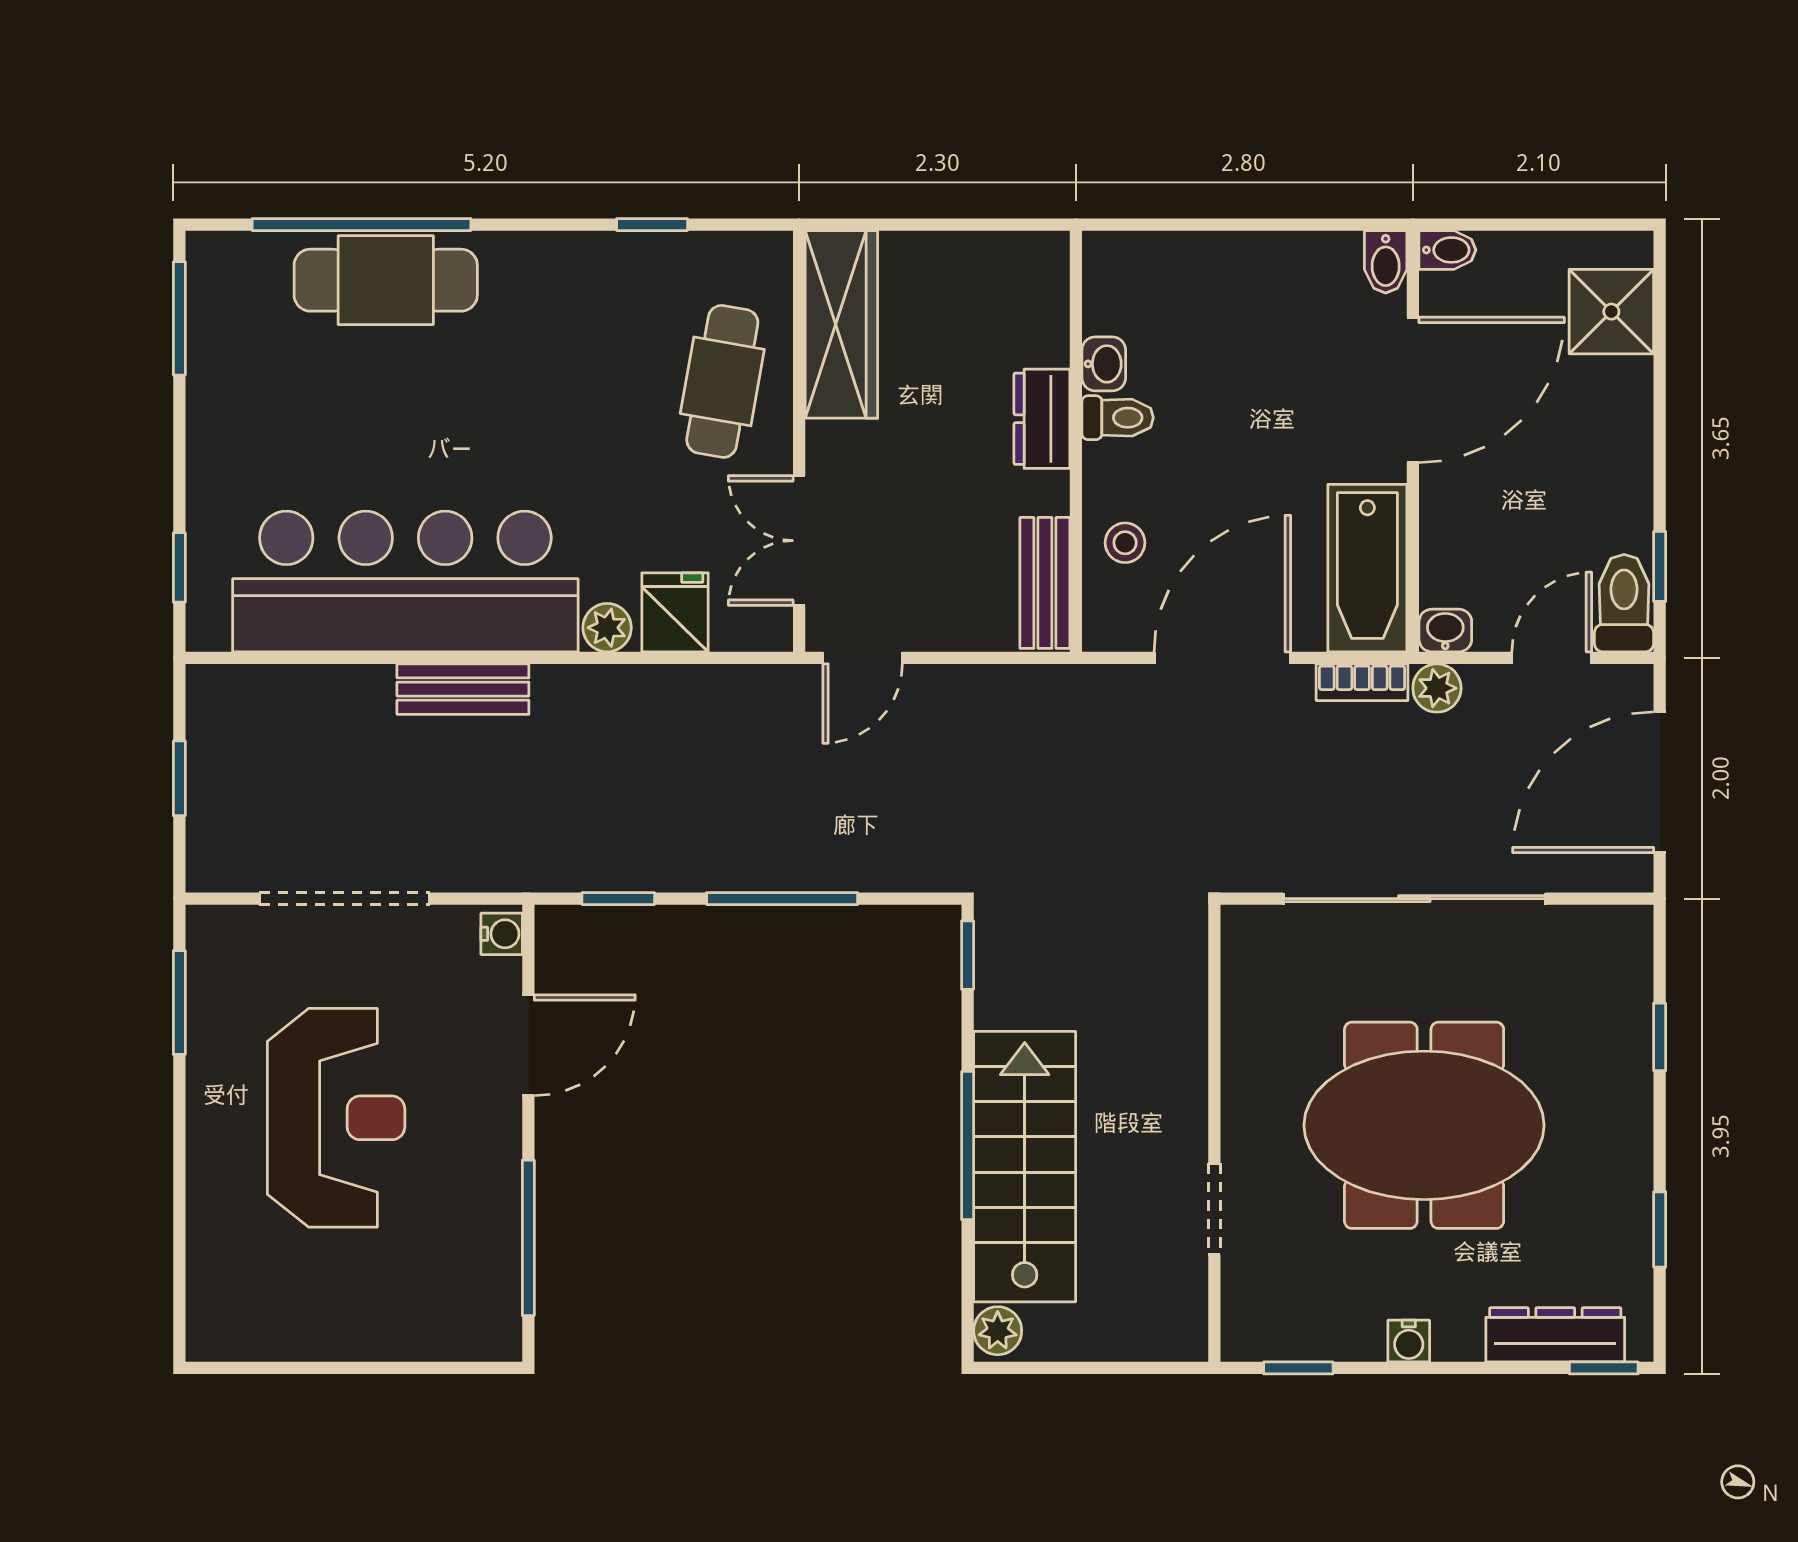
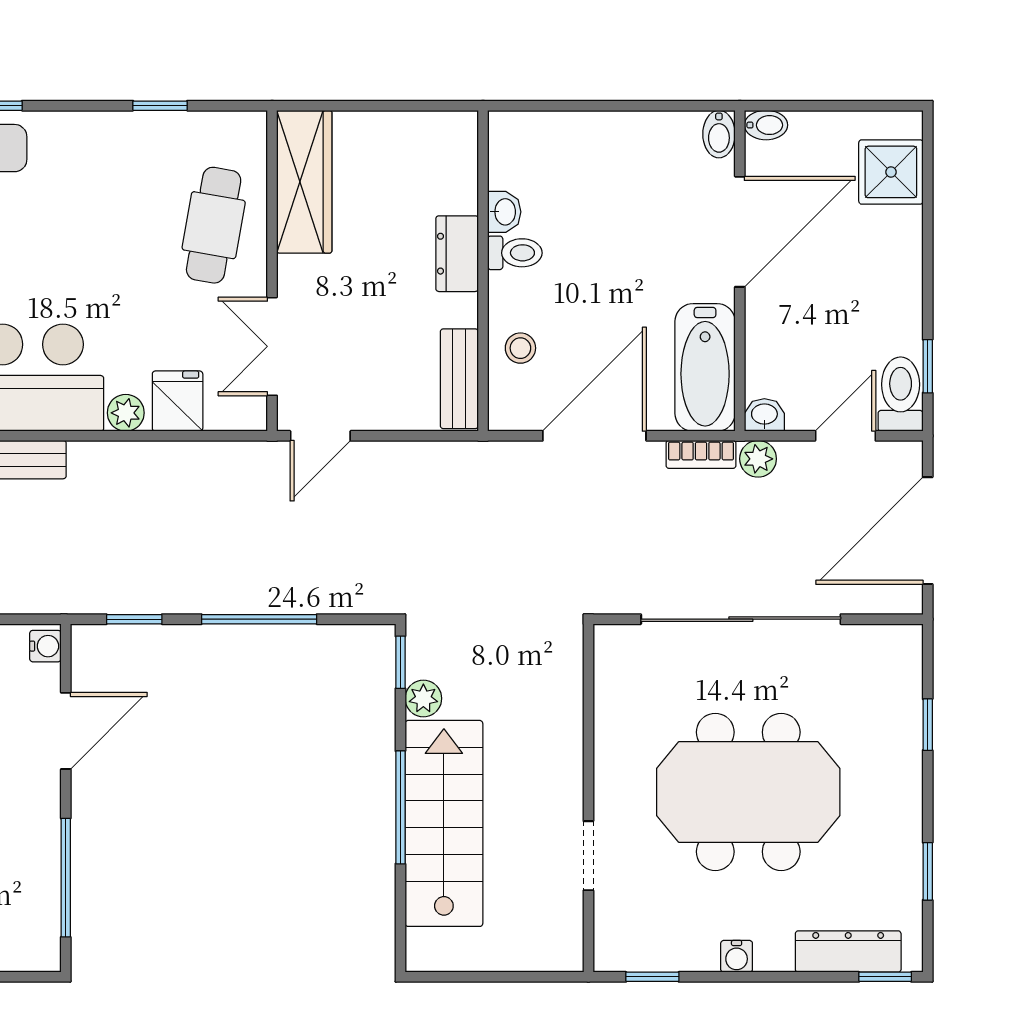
plant: (998, 1331) -> (423, 698), moved

